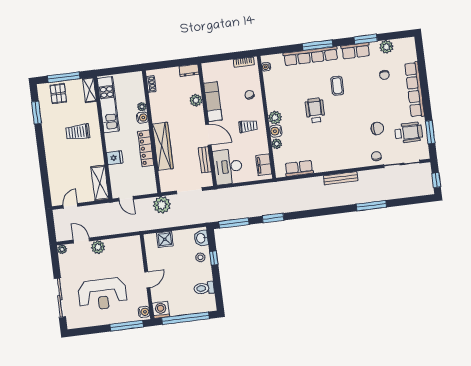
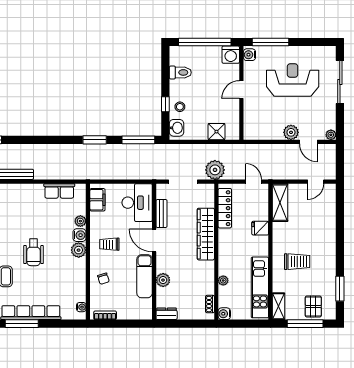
water cooler: (142, 118) -> (224, 314), moved
locker: (146, 148) -> (225, 208), moved

